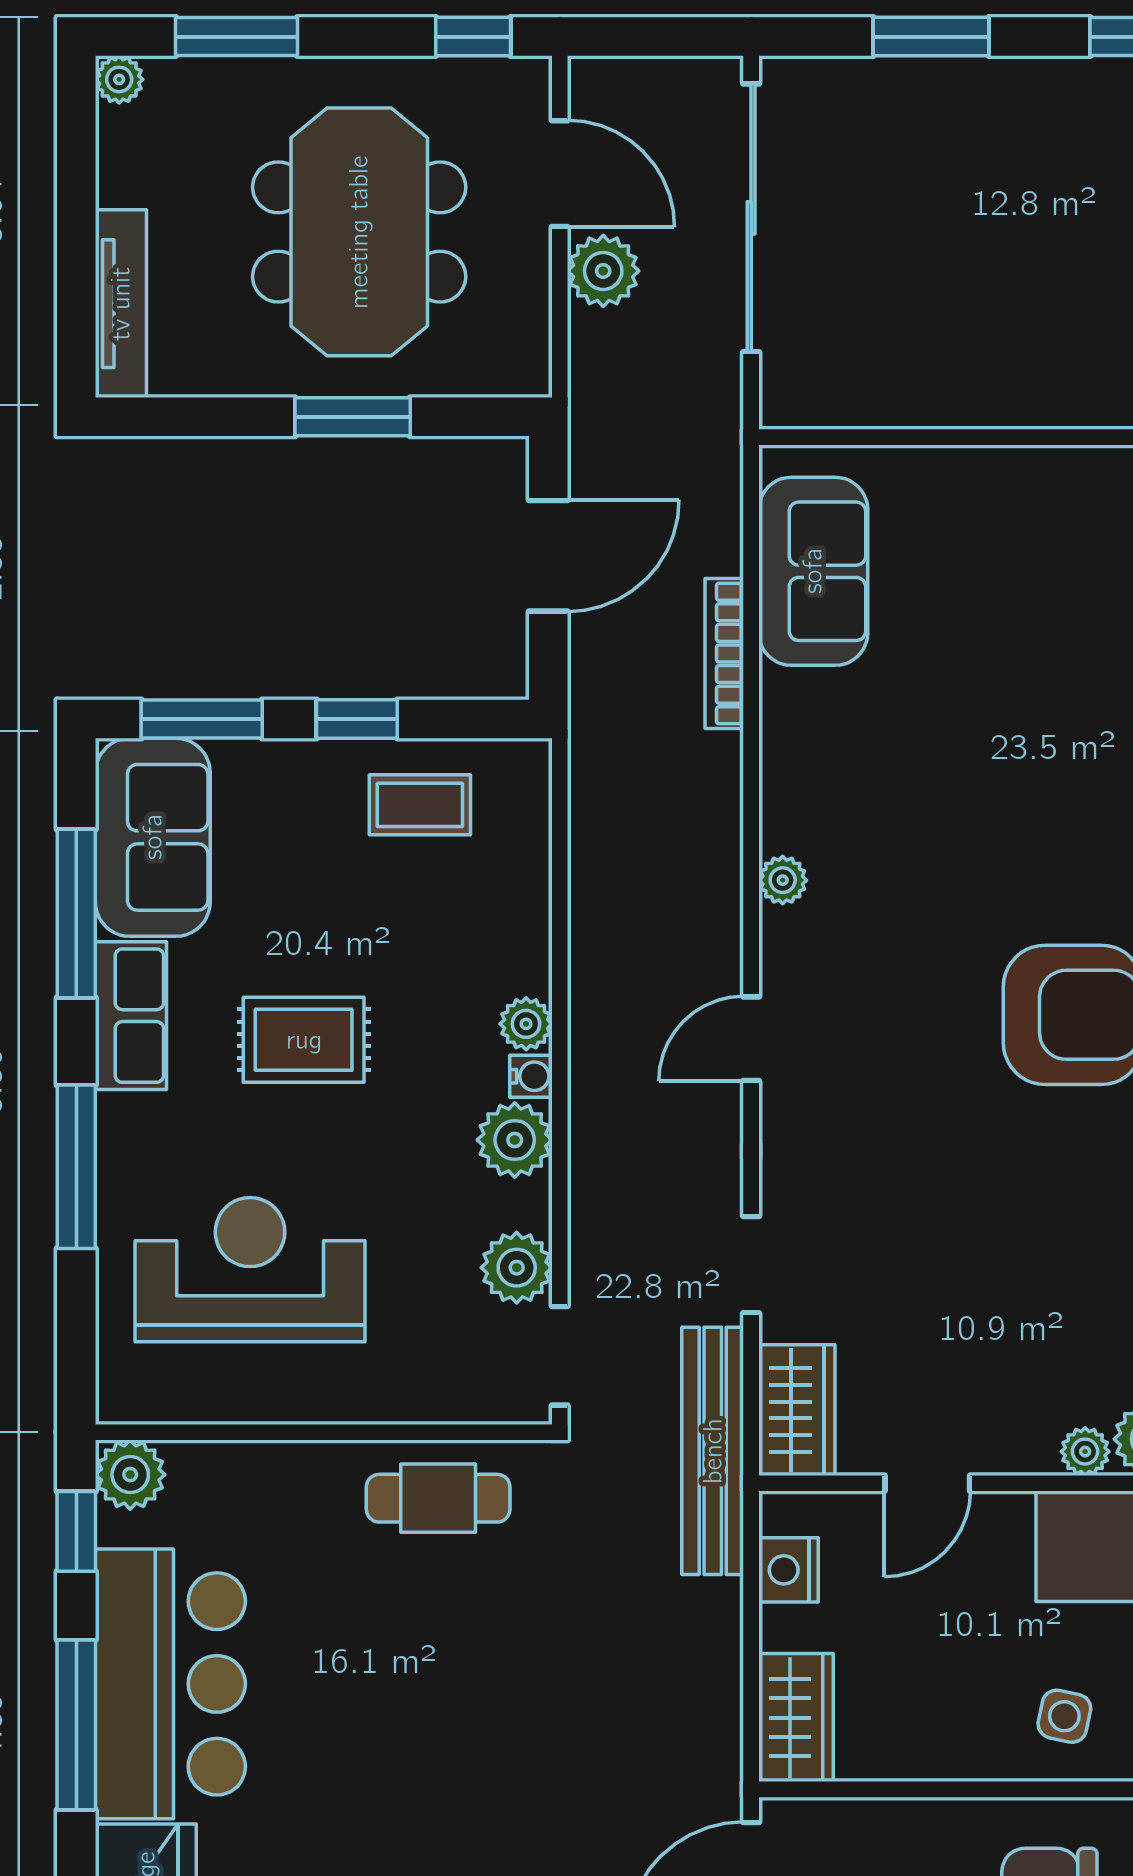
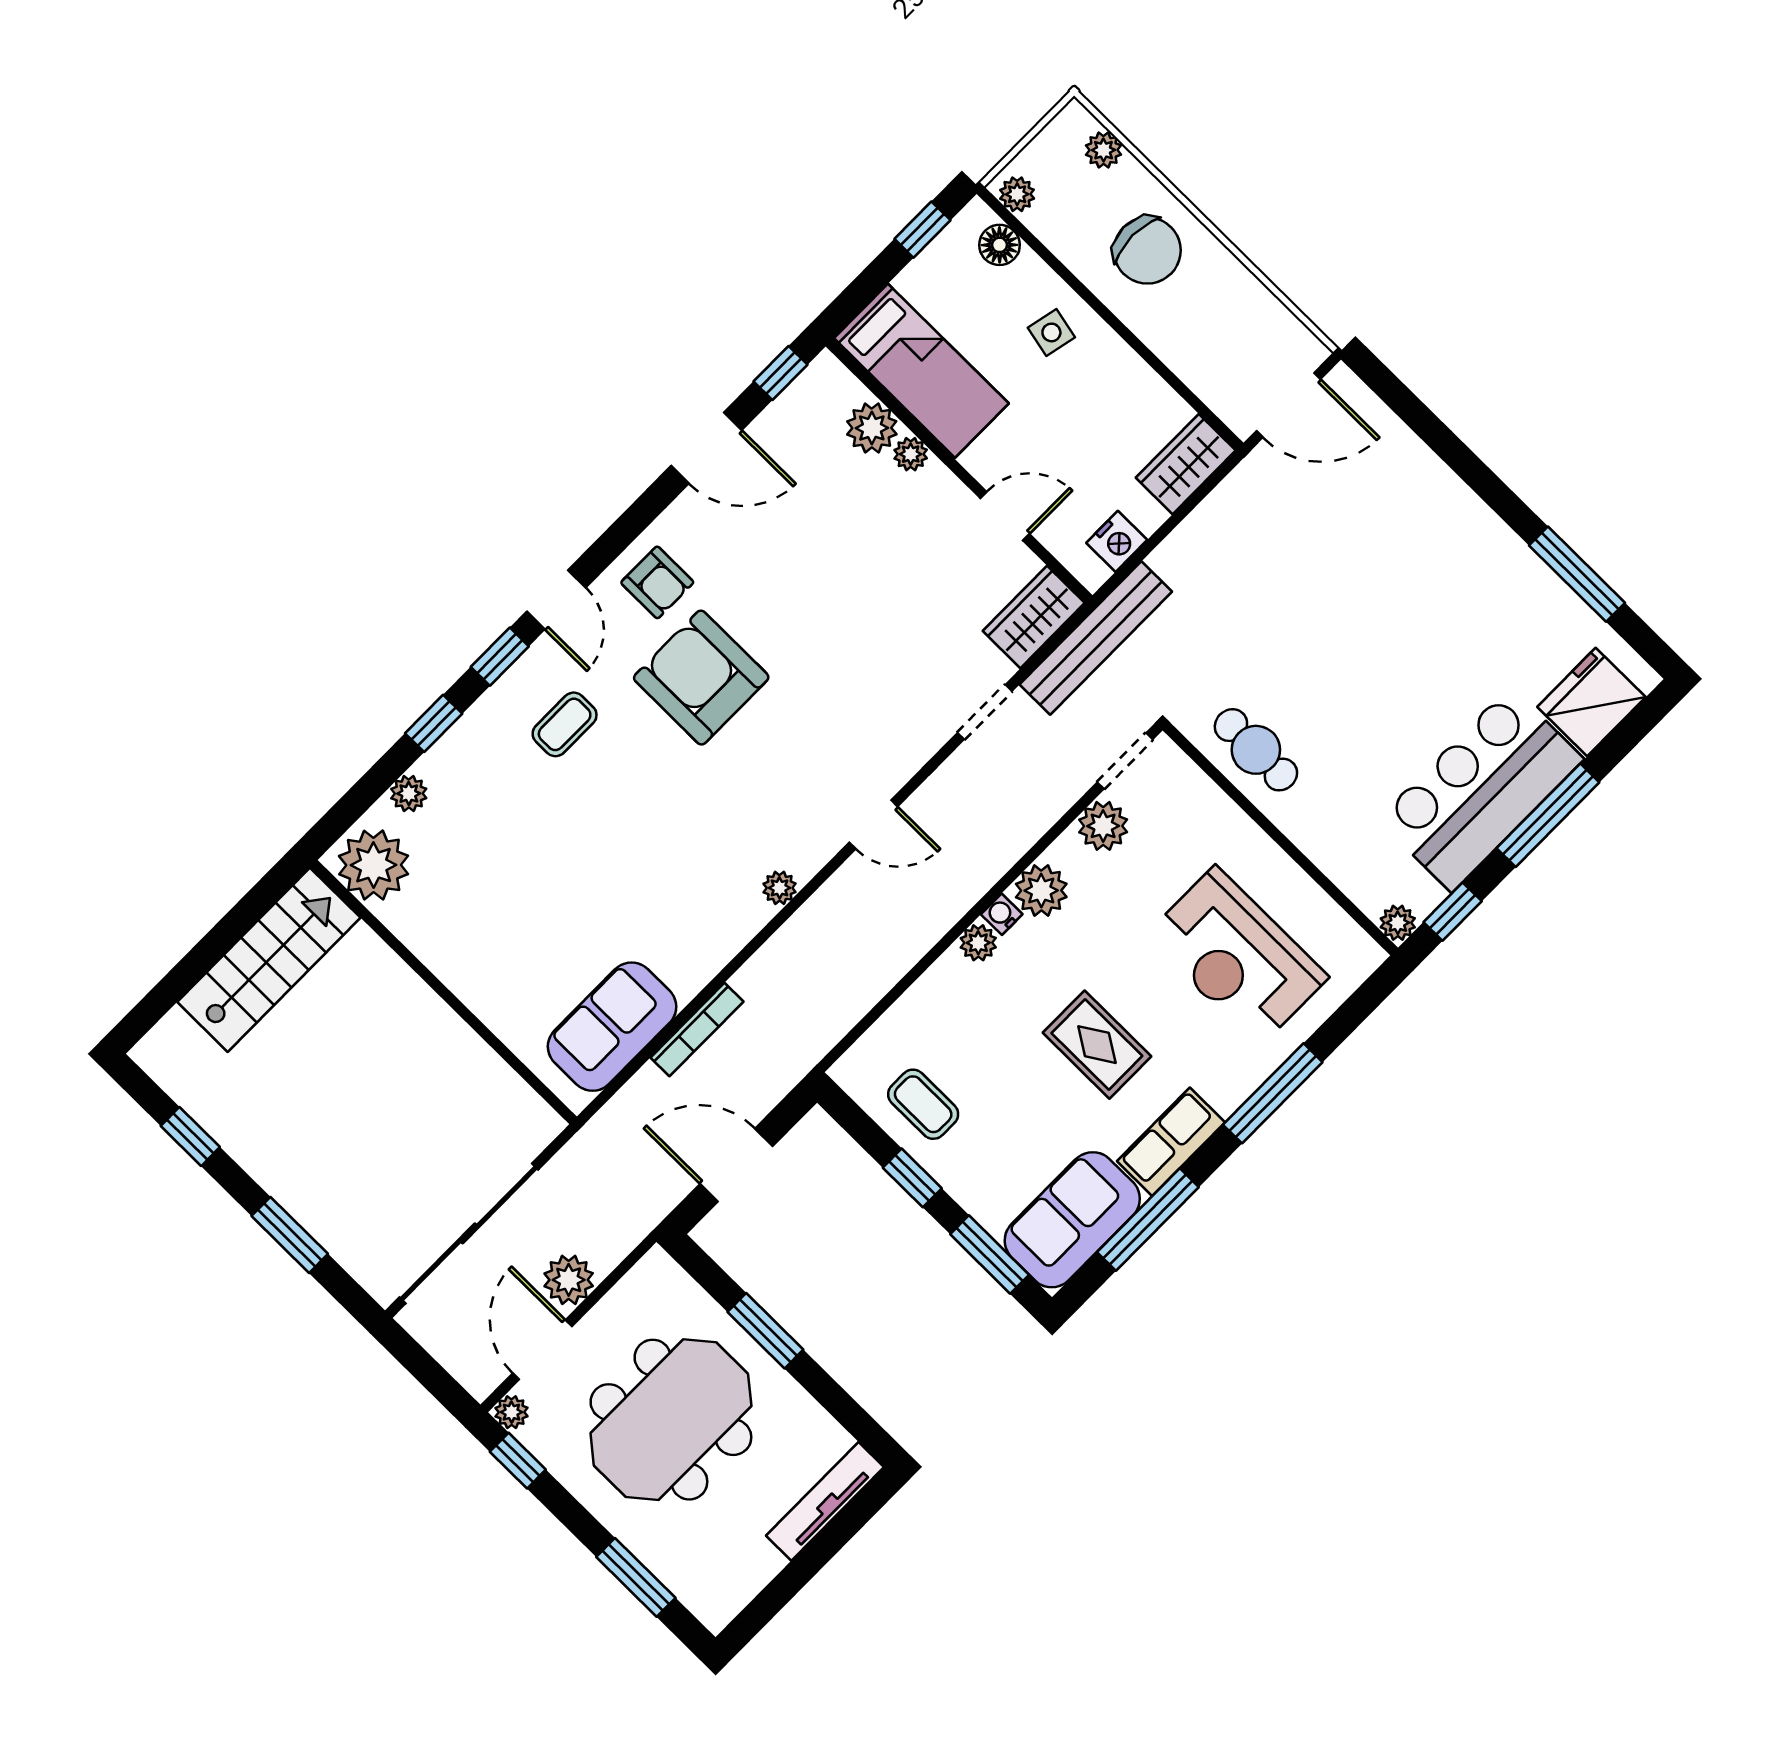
plant: (119, 79) -> (511, 1412), moved
plant: (130, 1475) -> (1398, 923), width x0.73, depth x0.73

